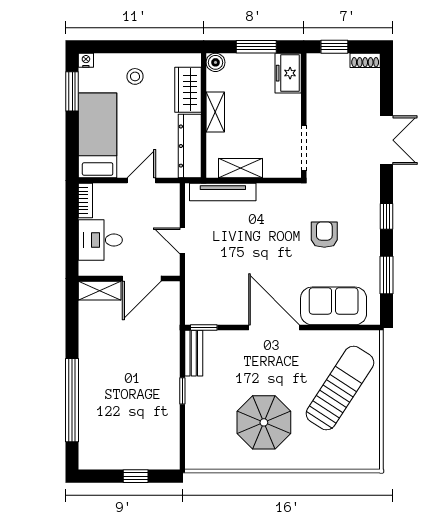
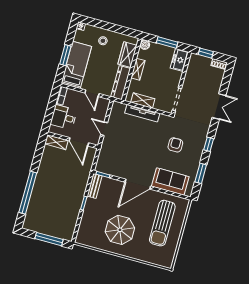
window: (72, 91) -> (65, 55), moved
door: (141, 180) -> (92, 93), swing flipped
tv unit: (223, 192) -> (142, 113), moved
door: (142, 278) -> (79, 142), hinge flipped
door: (274, 327) -> (138, 184), swing flipped
sun lounger: (340, 388) -> (162, 223), turned 147
window: (136, 476) -> (49, 239), width x2.17

